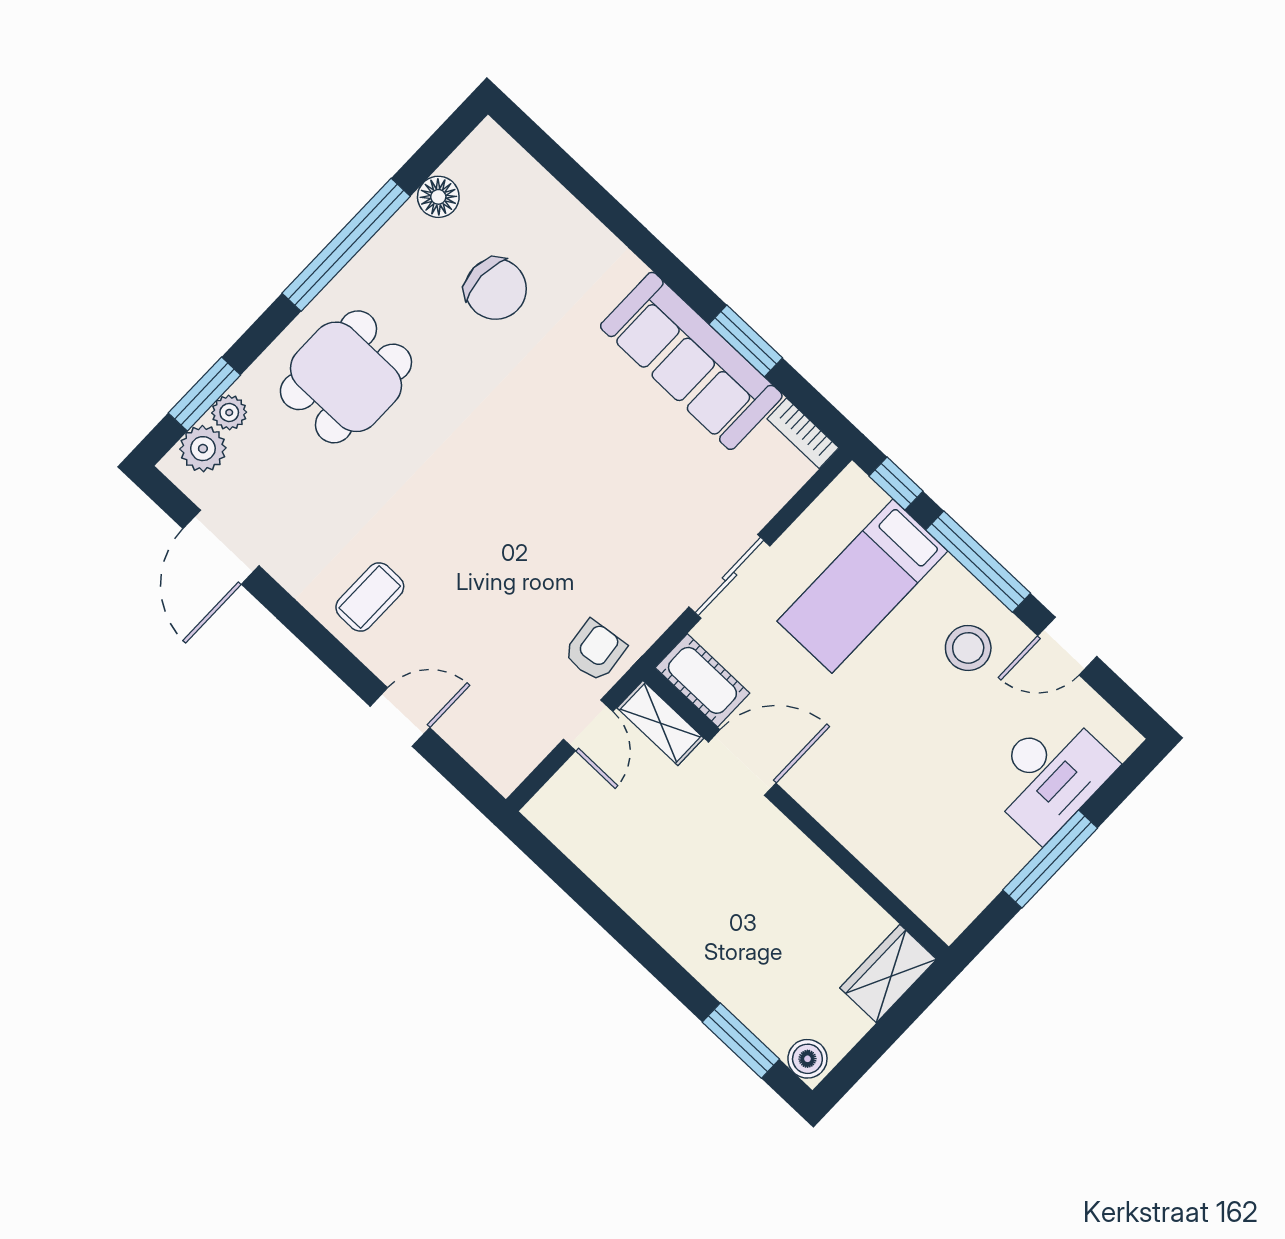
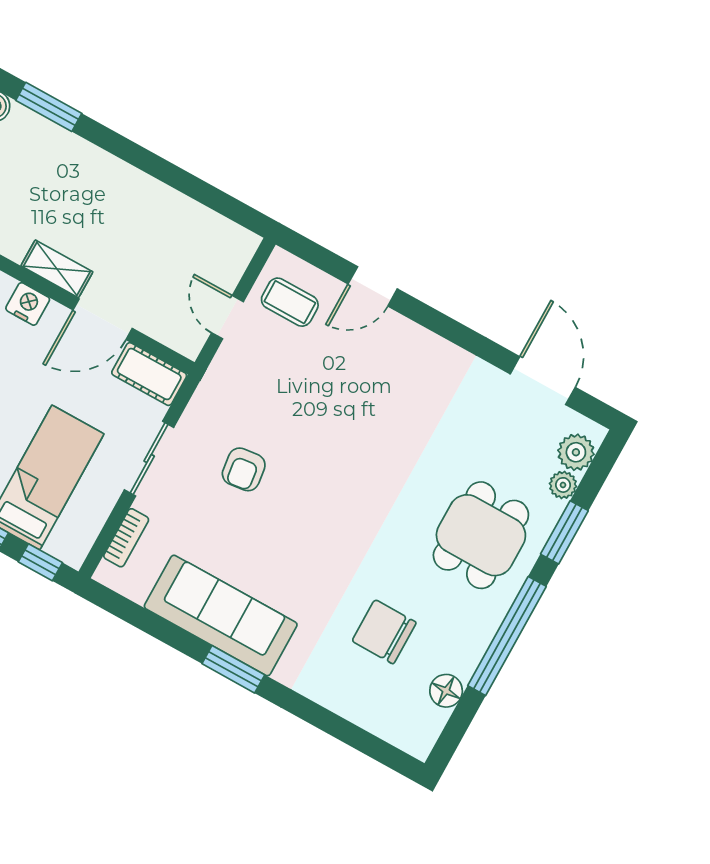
window: (746, 341) -> (233, 669), moved
window: (204, 394) -> (564, 532), moved
bookcase: (803, 433) -> (126, 538), moved, turned 90
coffee table: (370, 597) -> (290, 302), moved, turned 90
armchair: (595, 651) -> (244, 469), moved
shelving: (660, 723) -> (57, 269), moved
nightstand: (829, 805) -> (28, 304), added

